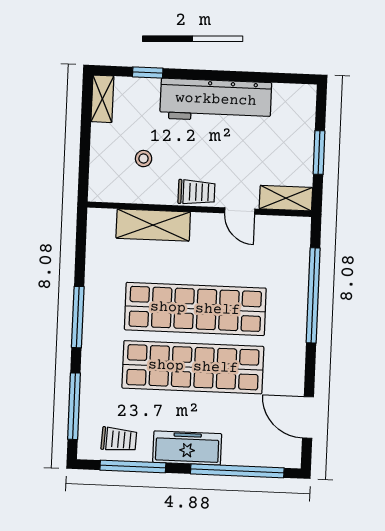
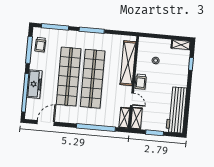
workbench: (216, 100) -> (176, 110), moved
door: (240, 211) -> (132, 99), swing flipped
shelving: (153, 225) -> (128, 63), width x1.47
shelving: (286, 227) -> (124, 118), added
freezer: (187, 448) -> (35, 84), moved

